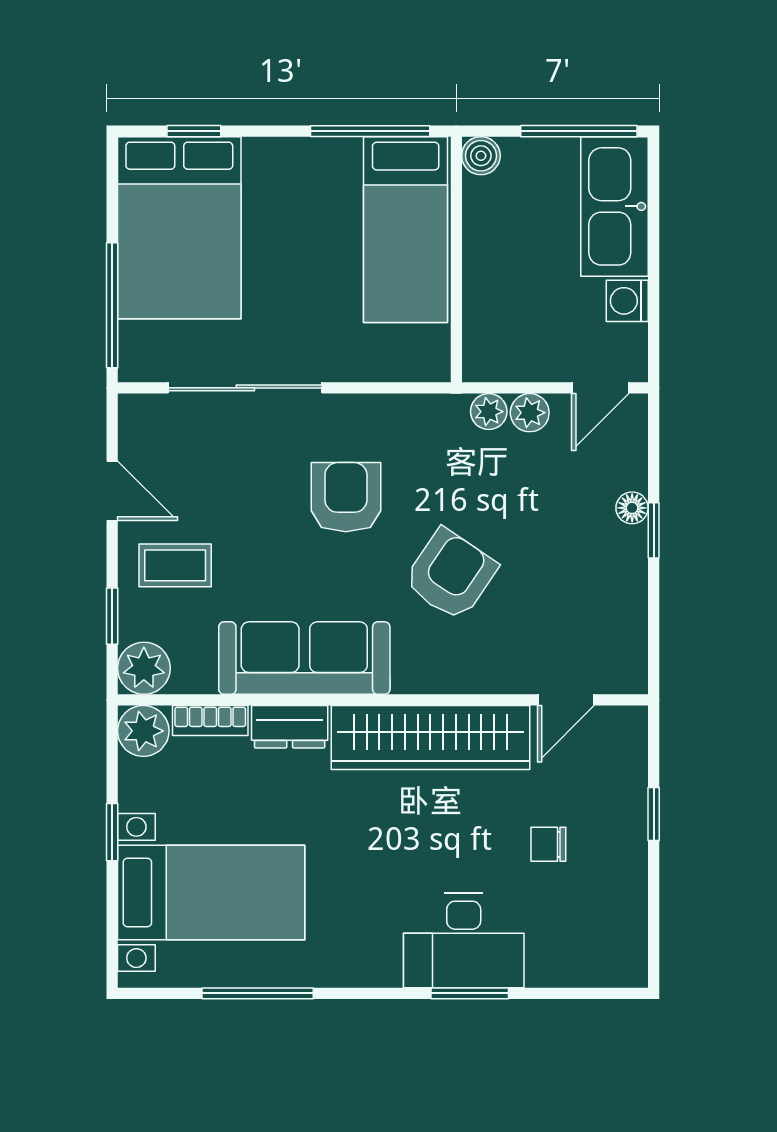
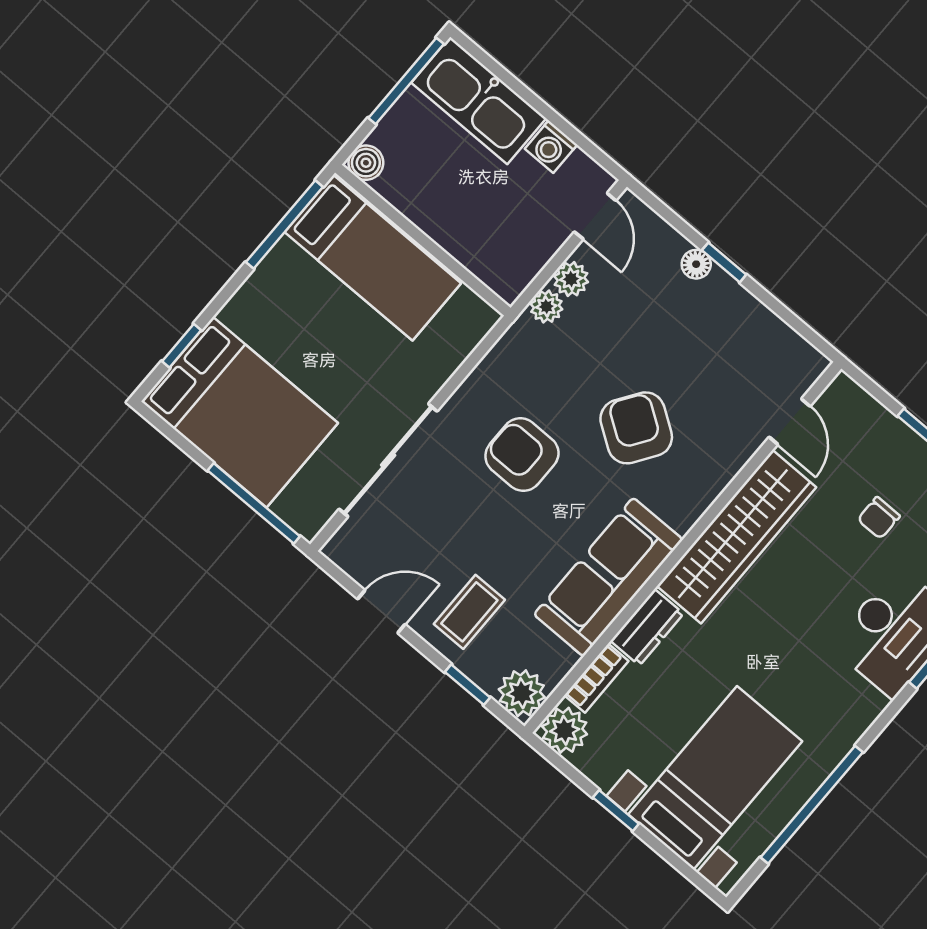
window: (258, 993) -> (812, 805), width x1.46

